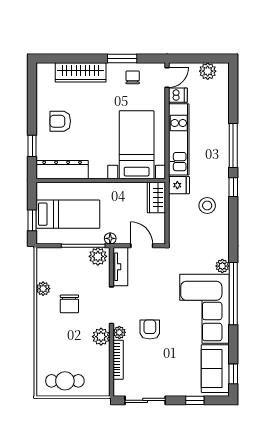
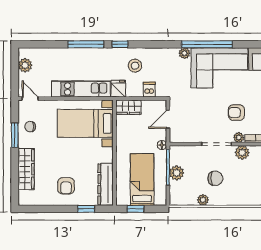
dishwasher: (178, 95) -> (149, 90), moved
window: (32, 220) -> (136, 209), moved
plant: (98, 256) -> (177, 173), moved
tv unit: (120, 267) -> (185, 137), removed

